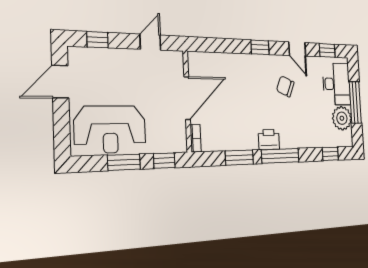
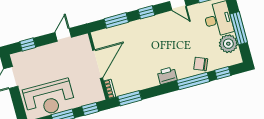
window: (222, 46) -> (116, 20), added
chair: (285, 86) -> (201, 64), moved
window: (280, 156) -> (193, 81), moved
window: (239, 158) -> (130, 98), moved

